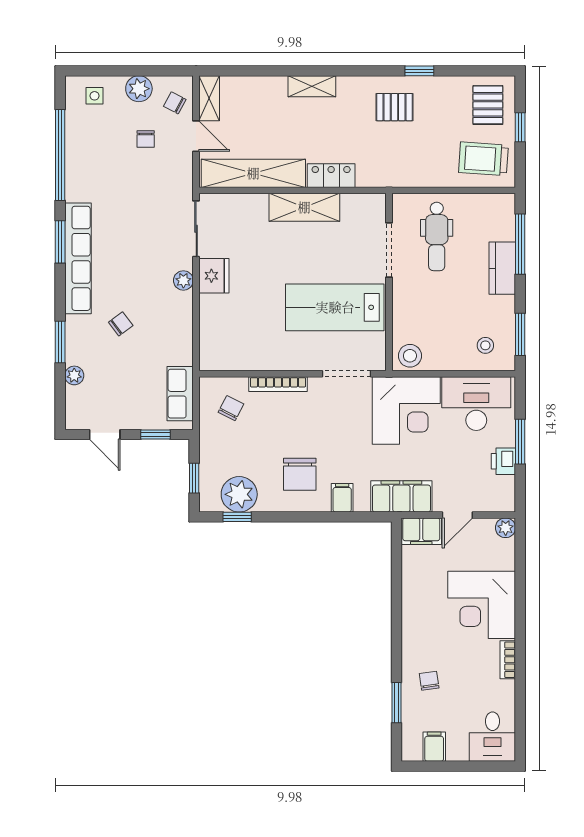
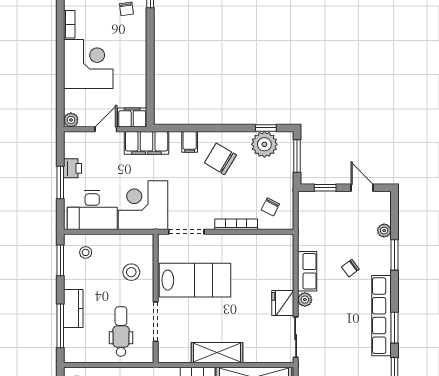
stool: (410, 356) -> (131, 272), moved
row of seats: (180, 394) -> (307, 271), moved
chair: (300, 474) -> (220, 159), turned -59
window: (194, 478) -> (297, 156), width x1.50

